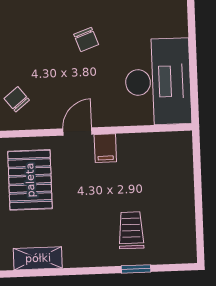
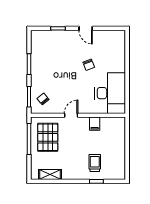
chair: (86, 39) -> (89, 65), moved
filing cabinet: (105, 148) -> (95, 124), moved

